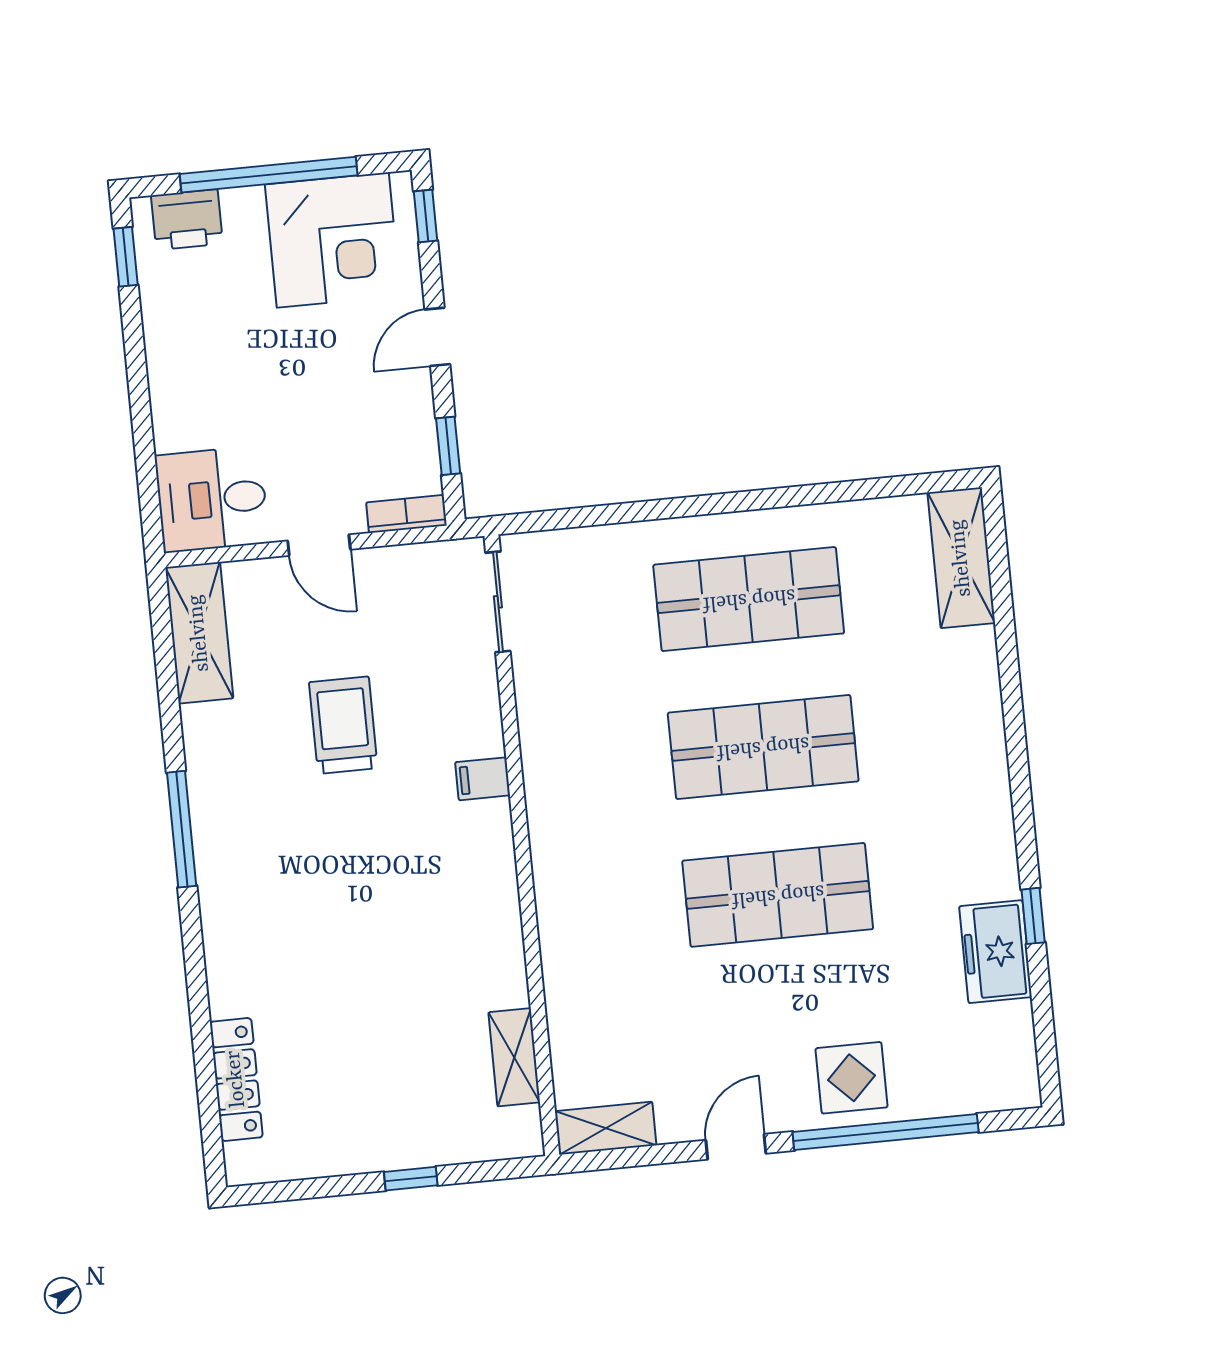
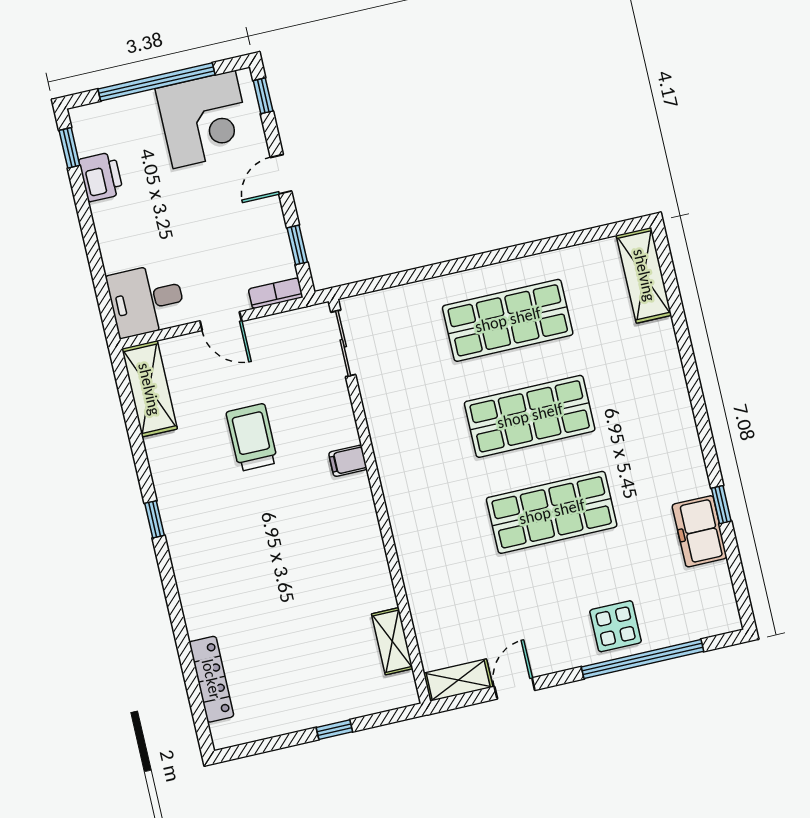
printer: (187, 220) -> (101, 177), moved, turned -90
window: (182, 829) -> (154, 519), width x0.46
door: (736, 1147) -> (515, 688), moved

